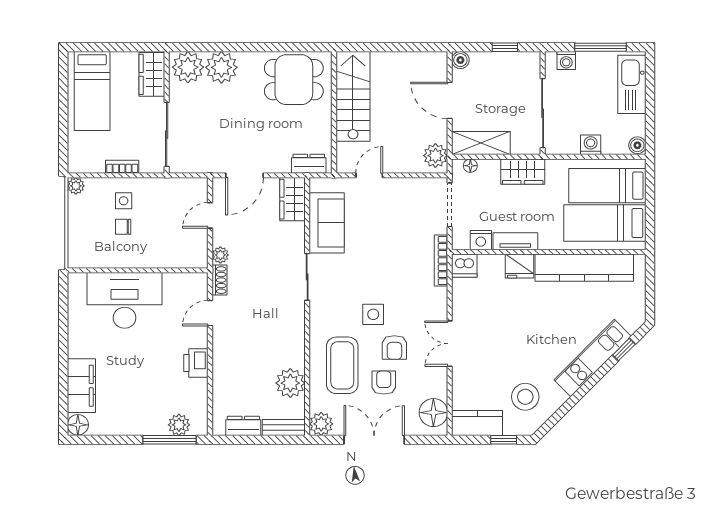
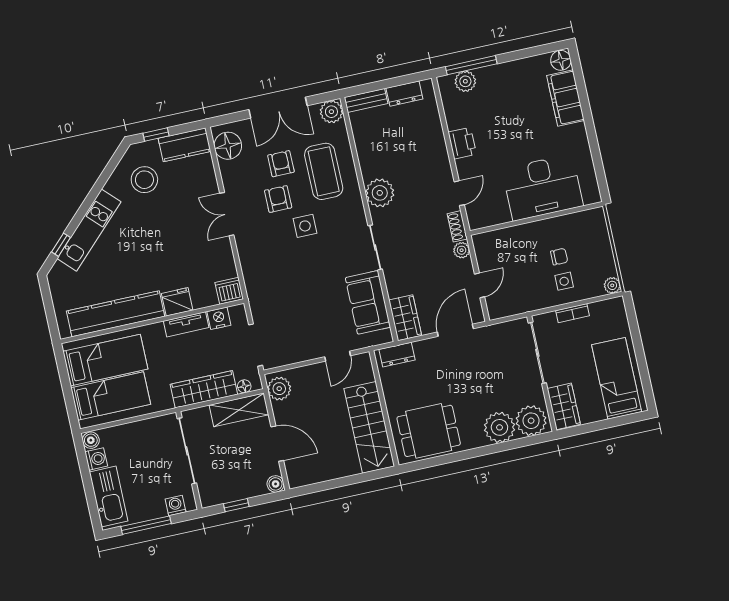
washing machine: (591, 145) -> (96, 459), moved, turned -90
wardrobe: (523, 172) -> (204, 389), width x1.50
bookcase: (441, 261) -> (252, 291), removed
double door: (450, 344) -> (227, 214), swing flipped
plant: (290, 383) -> (380, 193), moved
armchair: (384, 383) -> (281, 164), turned 180

